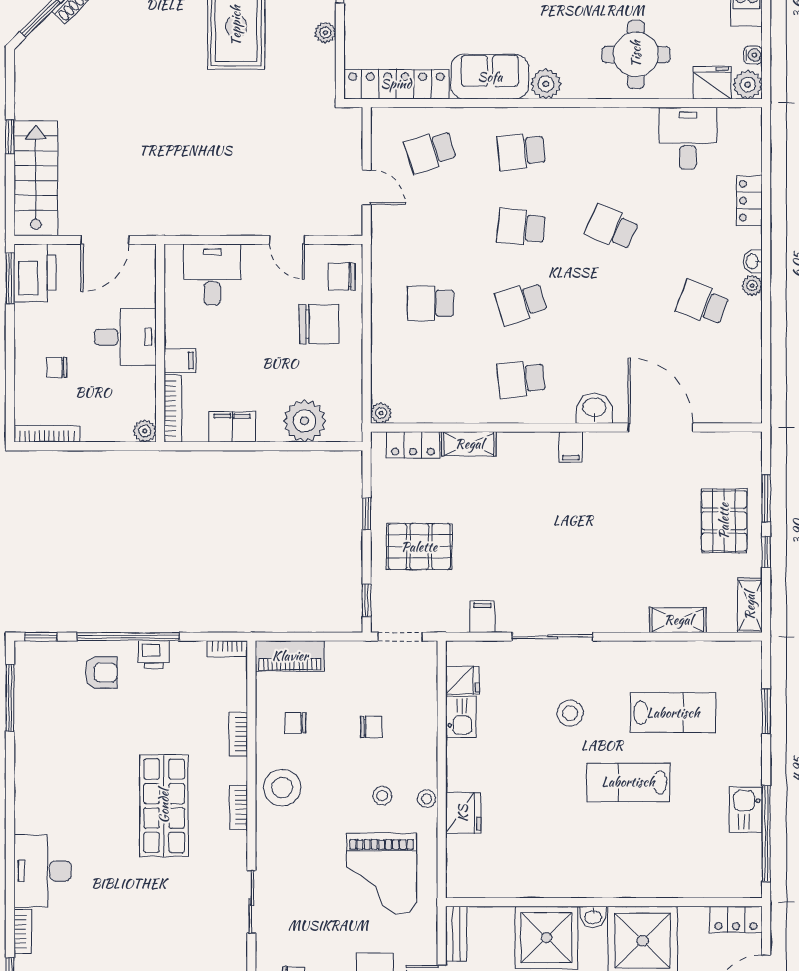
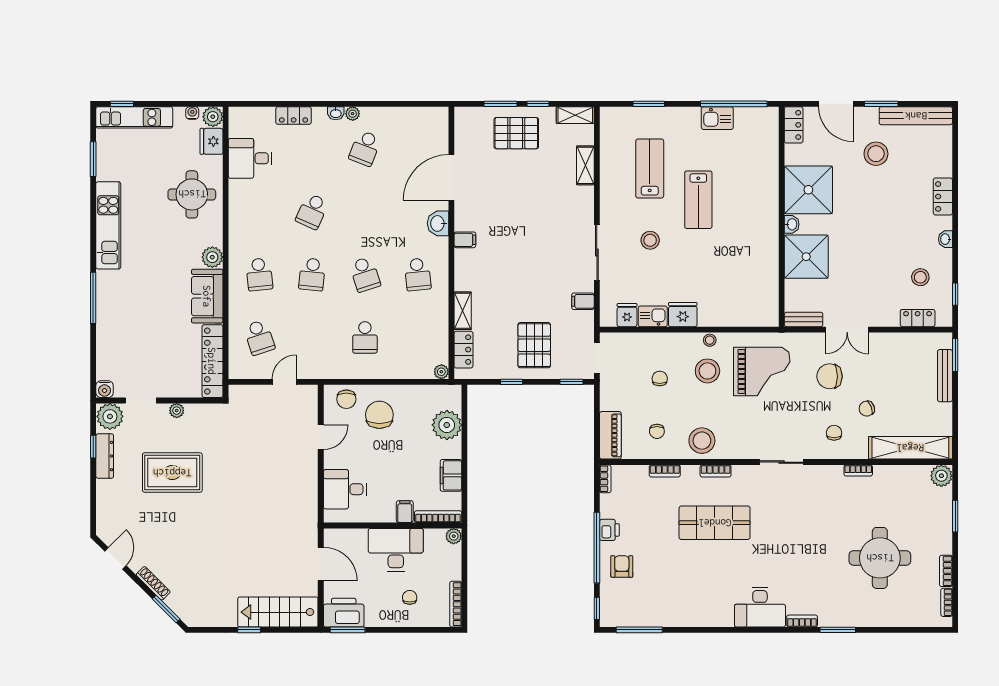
desk: (125, 337) -> (396, 550), width x1.37
chair: (57, 368) -> (410, 597), turned 180
stool: (382, 796) -> (707, 371), width x1.89, depth x1.89
fridge: (463, 813) -> (683, 315), moved

